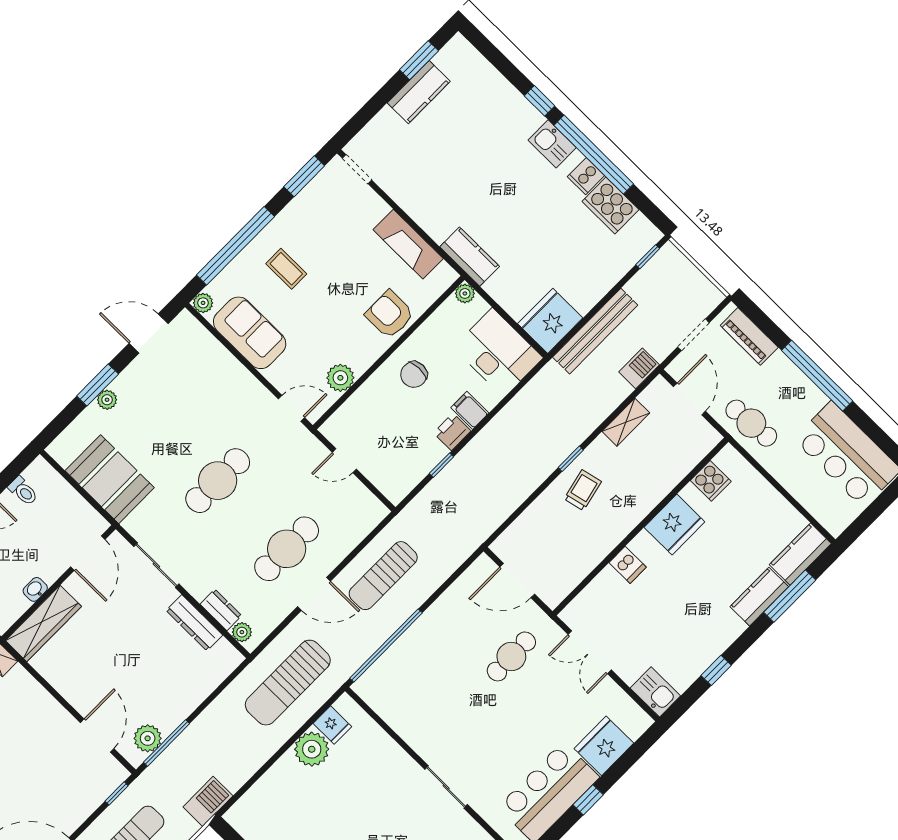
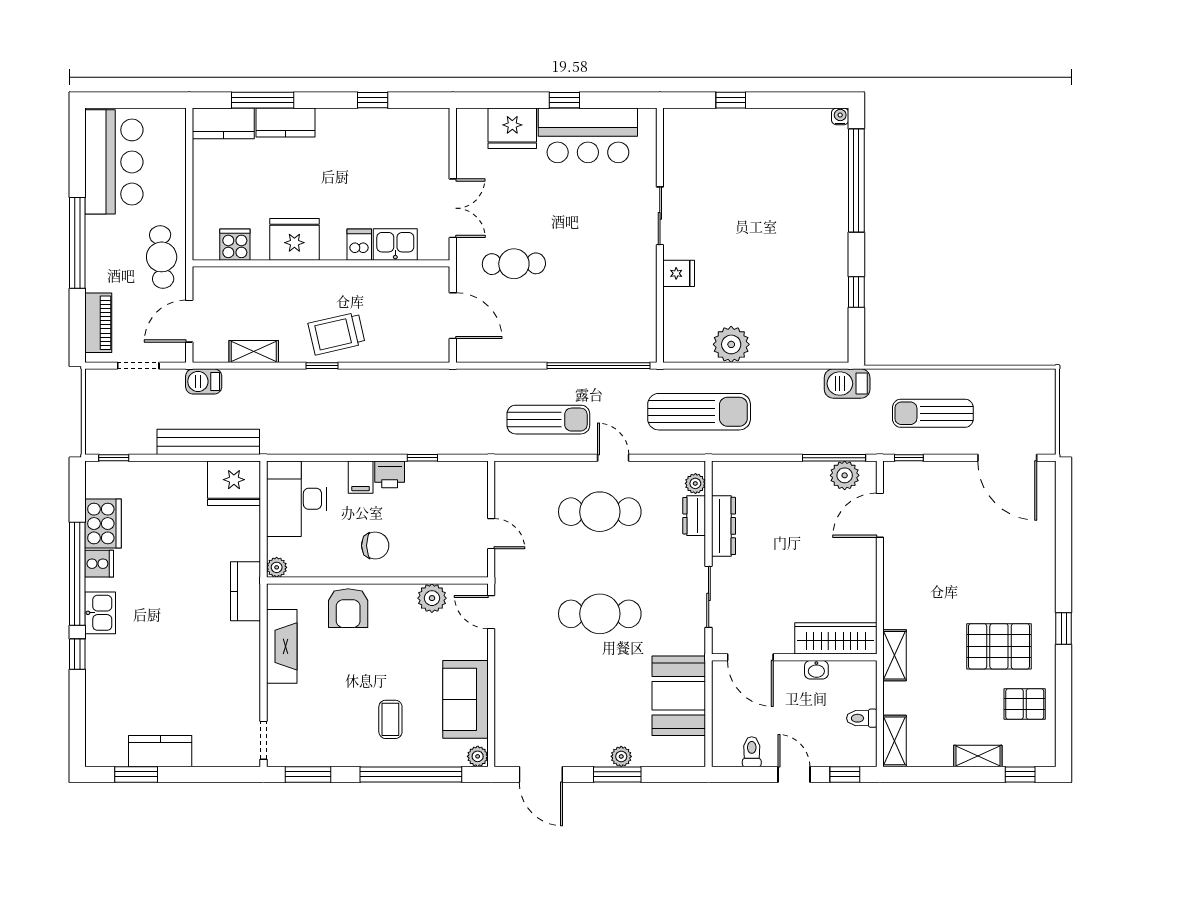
trolley: (583, 490) -> (337, 334), width x1.36, depth x1.39
door: (88, 553) -> (750, 657), swing flipped
door: (314, 594) -> (613, 458), width x0.73
kitchen sink: (655, 692) -> (395, 244), moved, turned 90
fridge: (332, 725) -> (679, 273), moved, turned 90

